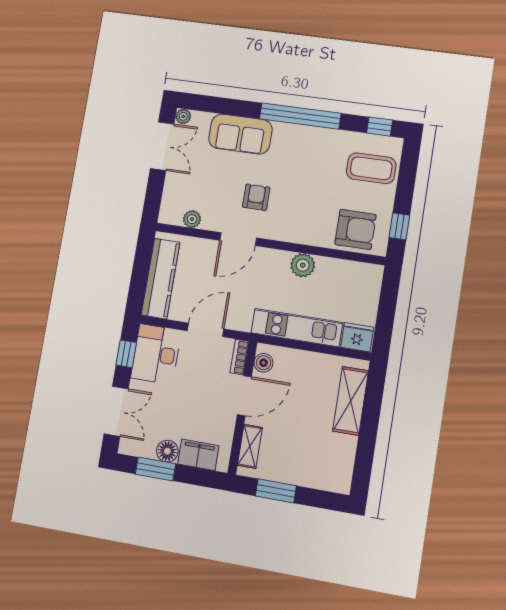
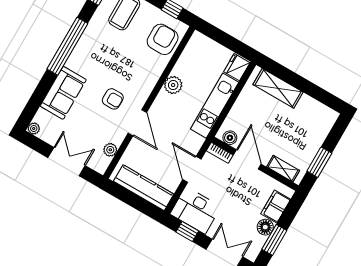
double door: (162, 146) -> (67, 162), moved
armchair: (256, 197) -> (113, 99), turned 180

